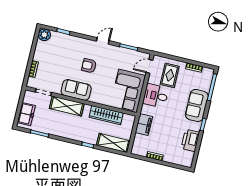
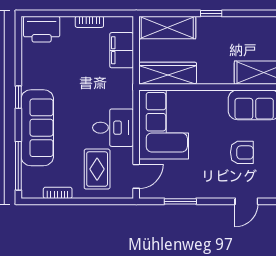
door: (103, 41) -> (246, 201), moved
sofa: (197, 105) -> (37, 128), width x1.36
wardrobe: (106, 115) -> (168, 73), moved
filing cabinet: (144, 124) -> (122, 50), moved
printer: (190, 140) -> (42, 29), moved, turned 90

